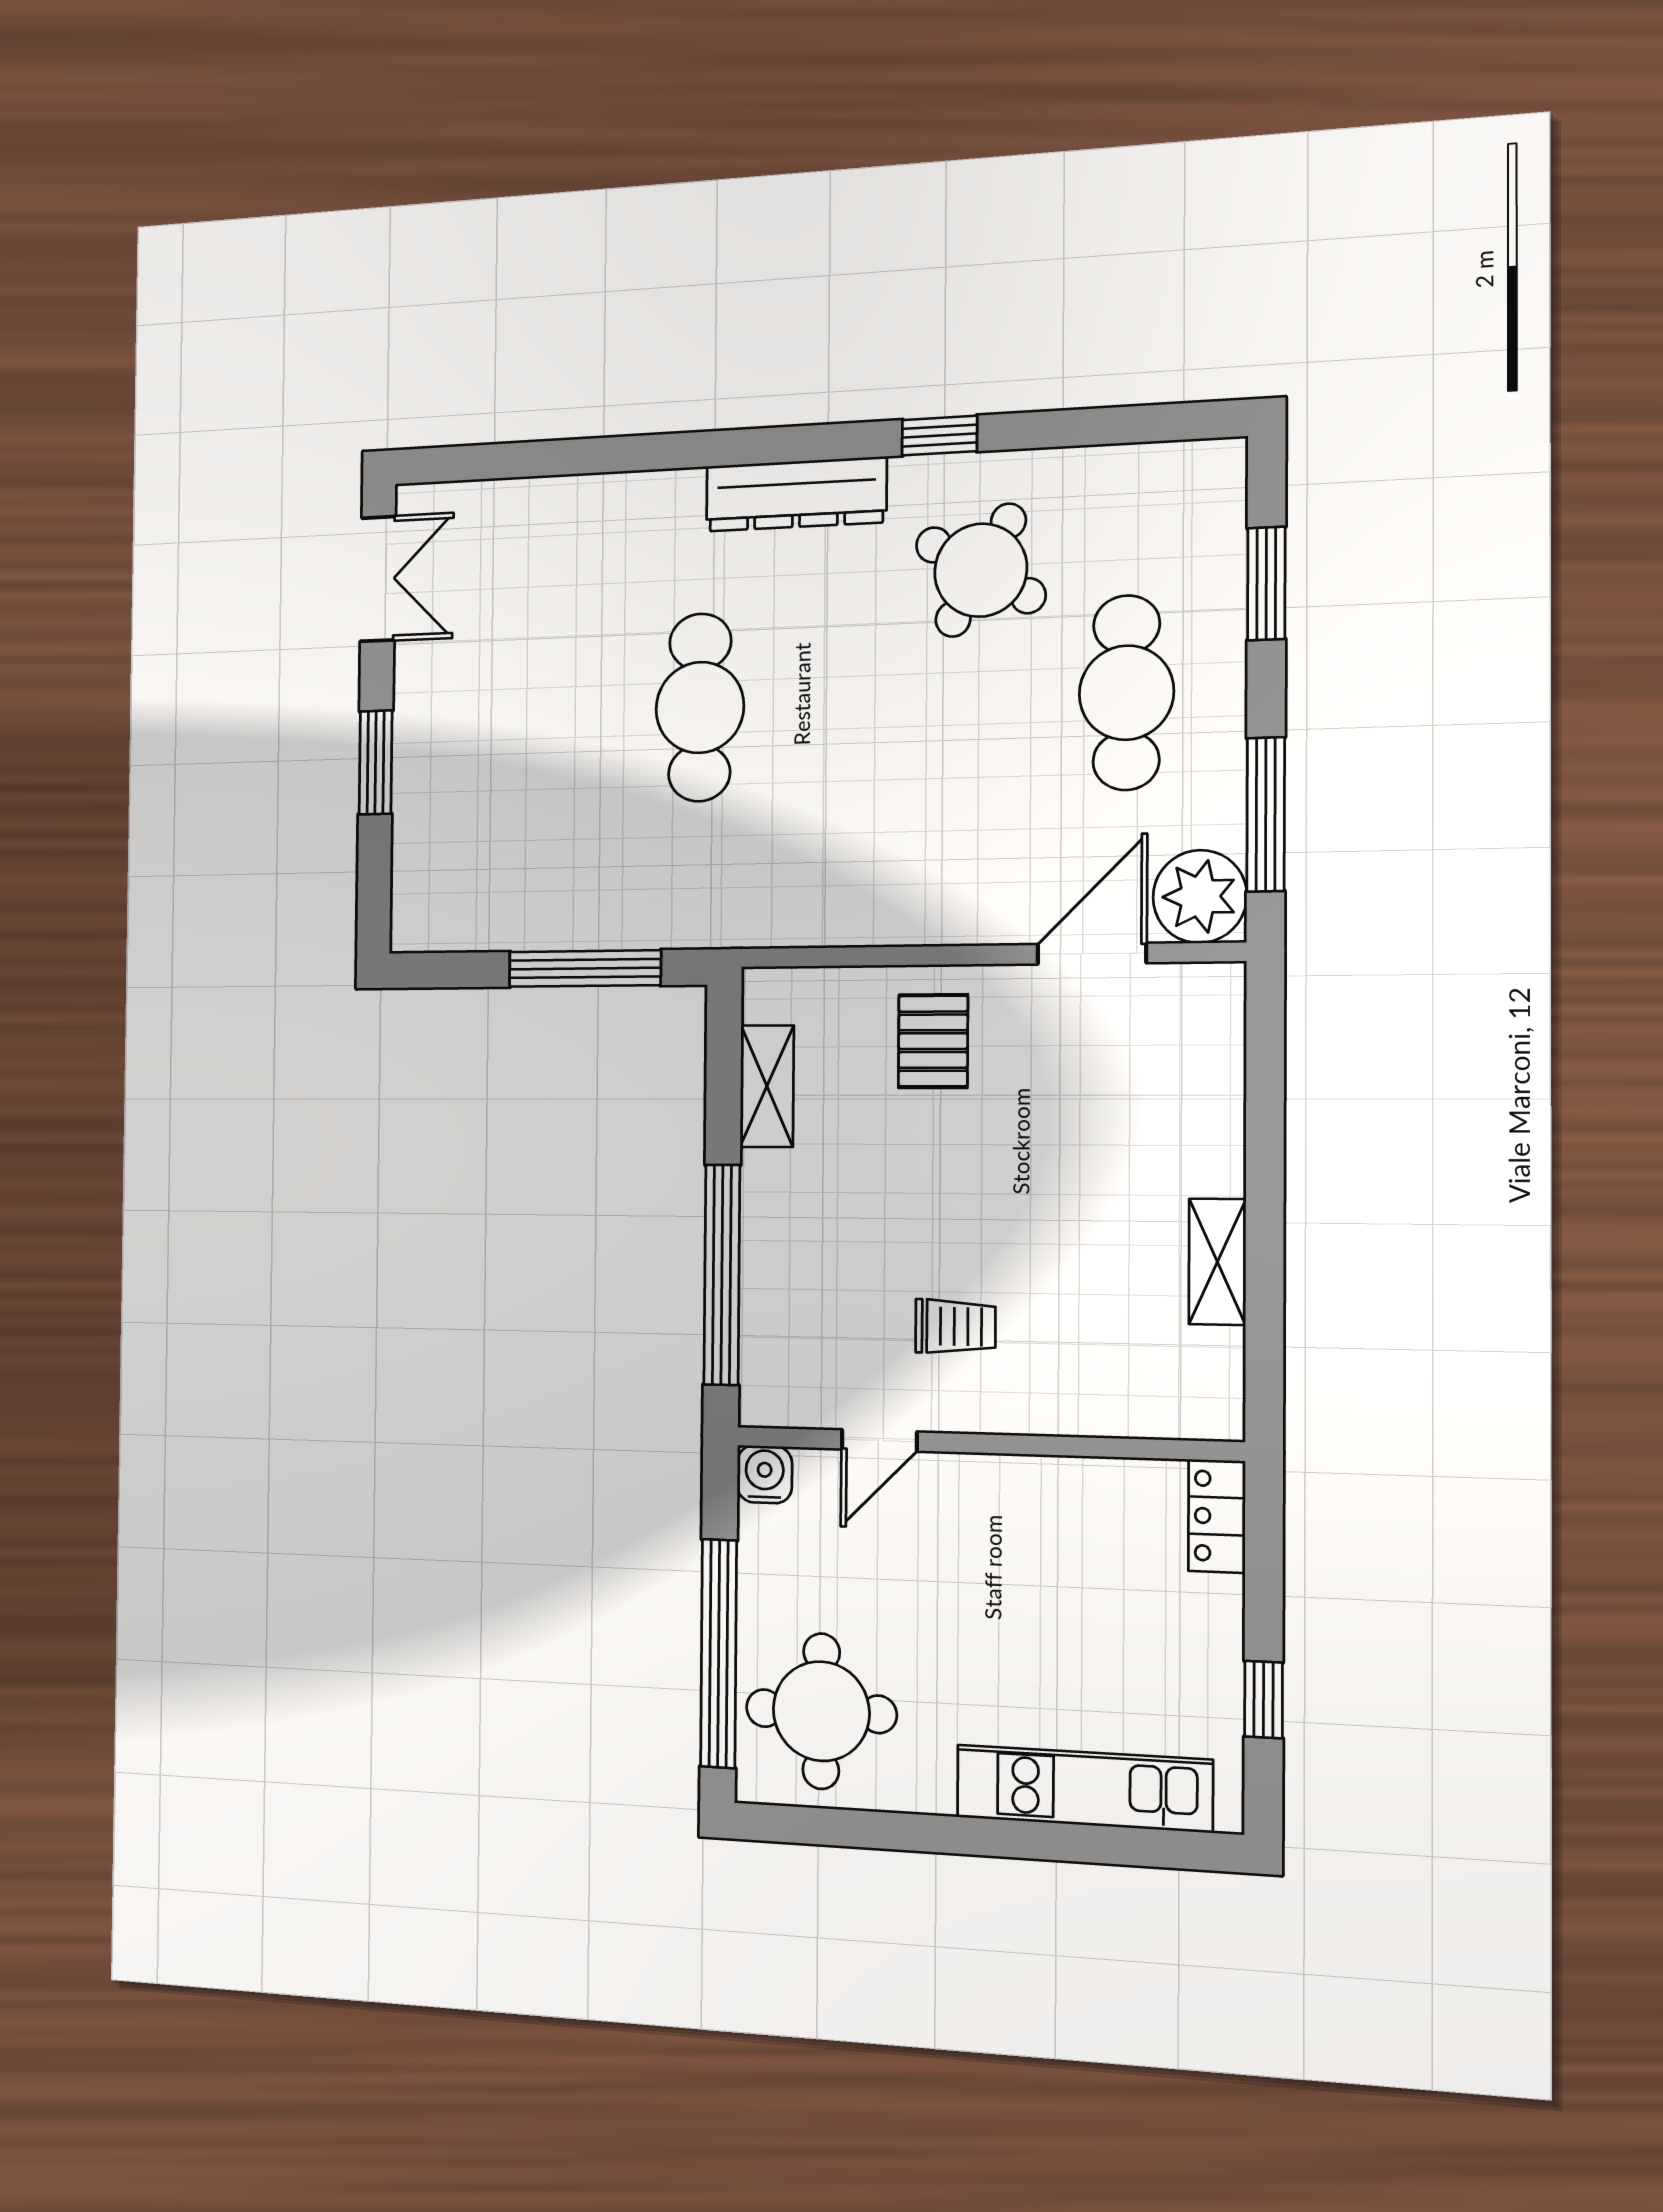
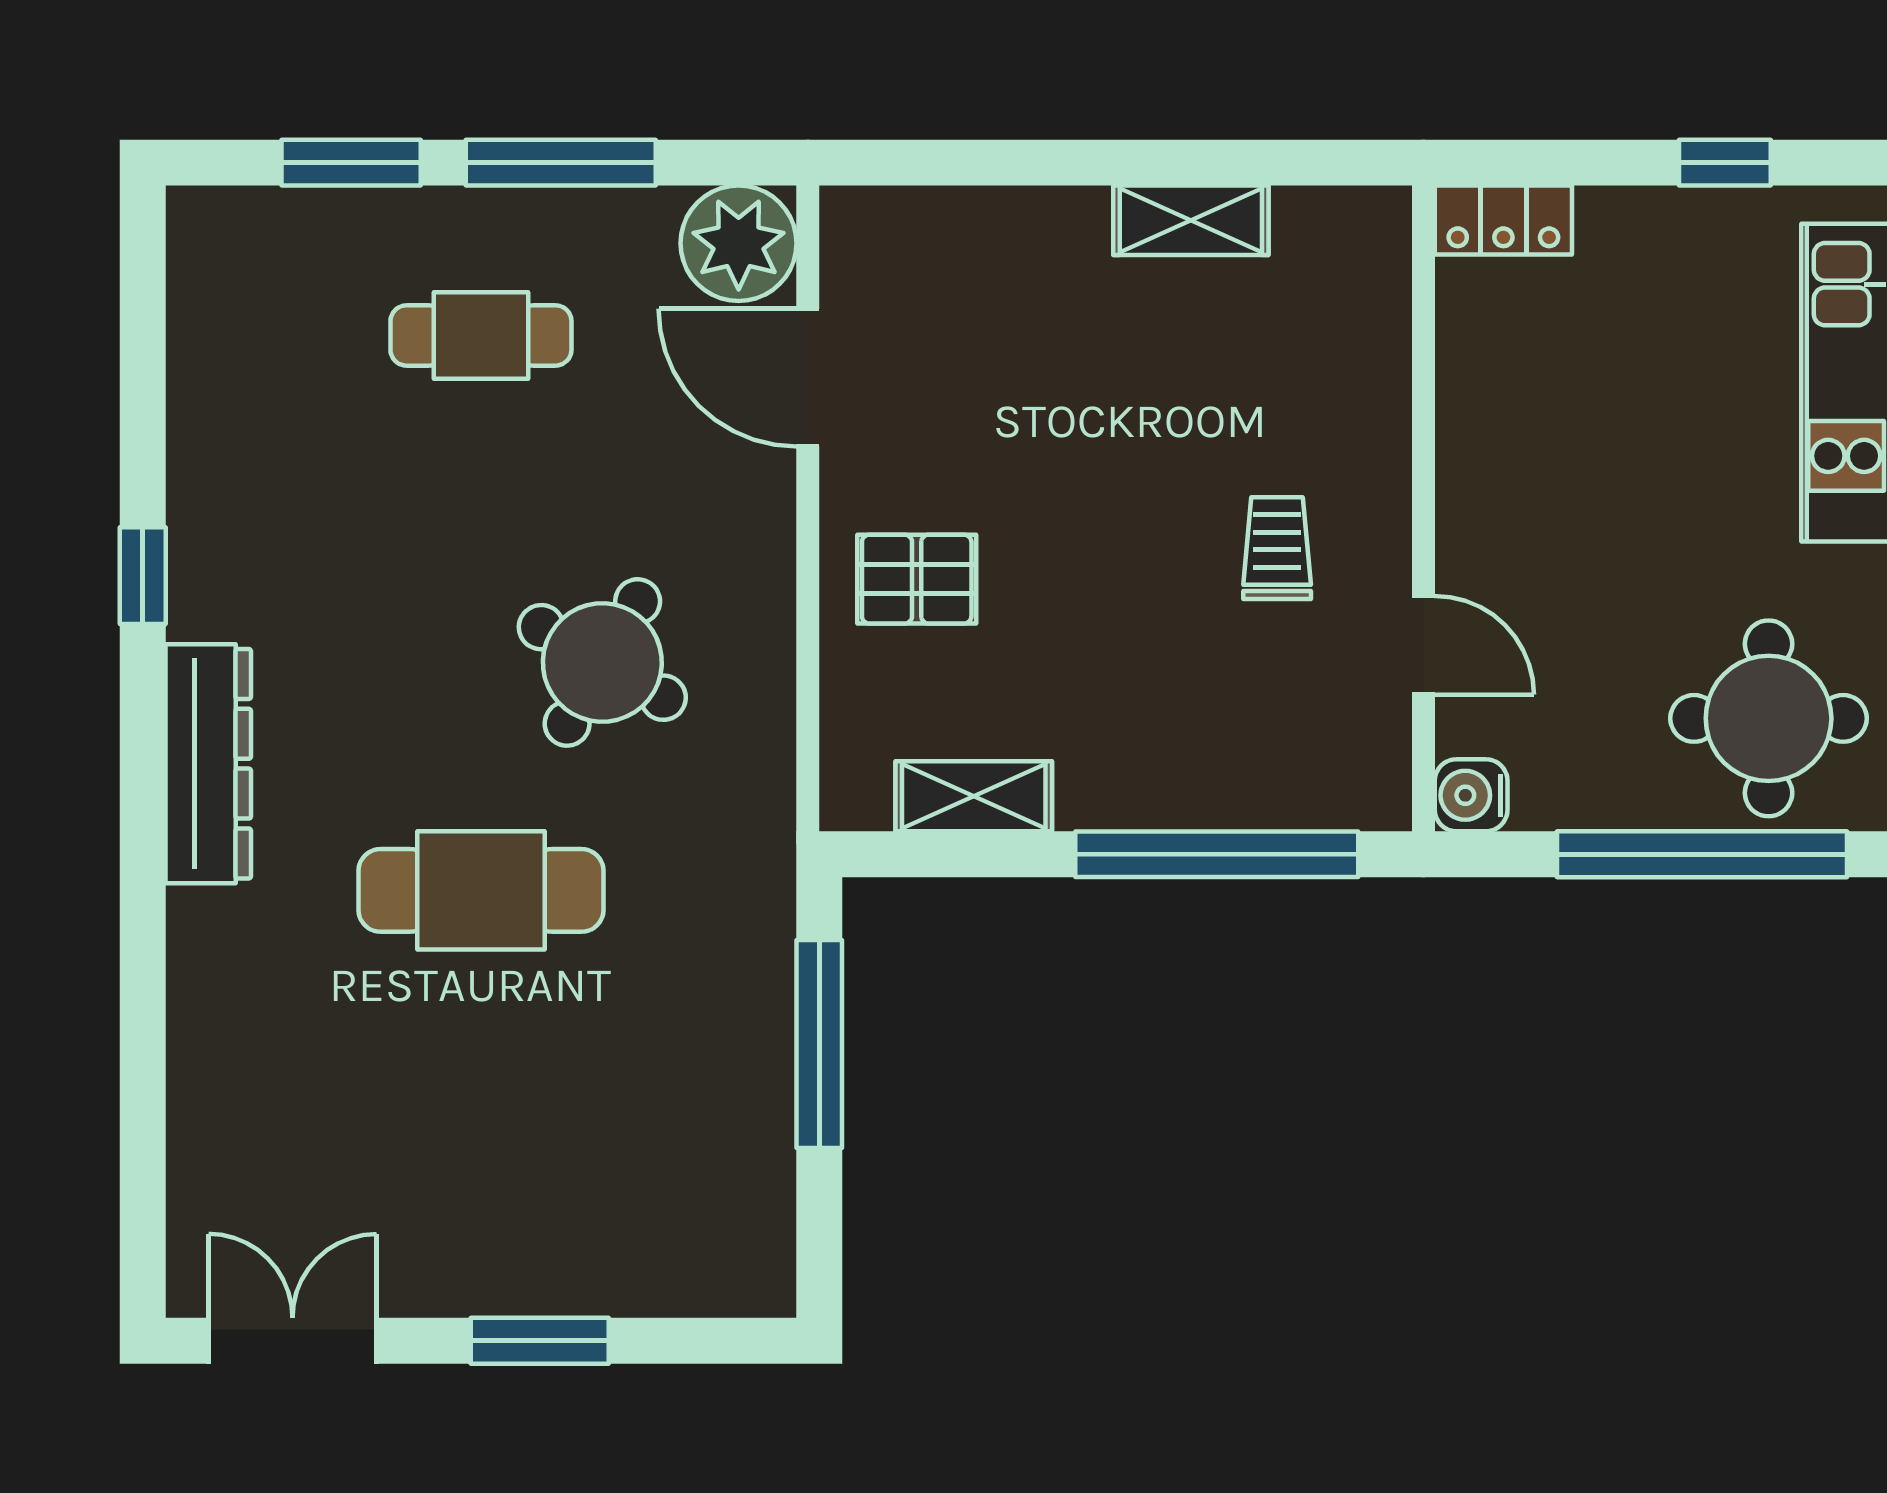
round table: (981, 570) -> (602, 662), moved
cafe table: (1126, 693) -> (481, 335), width x0.73, depth x0.74
window: (1266, 814) -> (561, 163), moved

